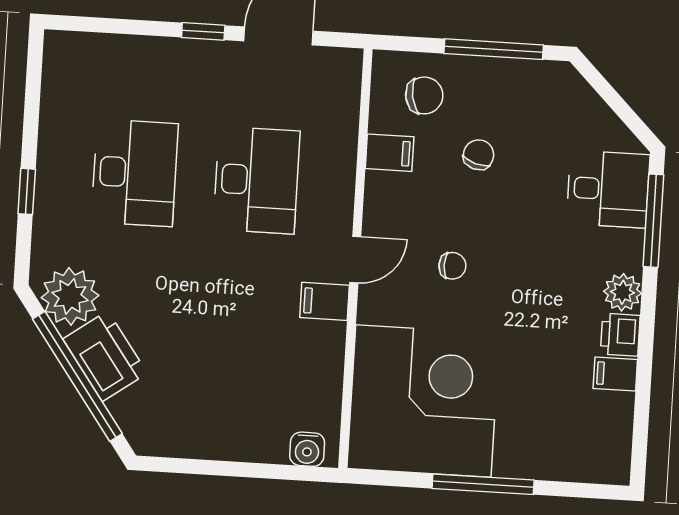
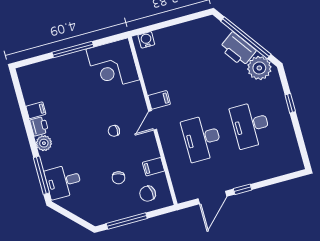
corner desk: (423, 401) -> (113, 64), width x0.74, depth x0.74

